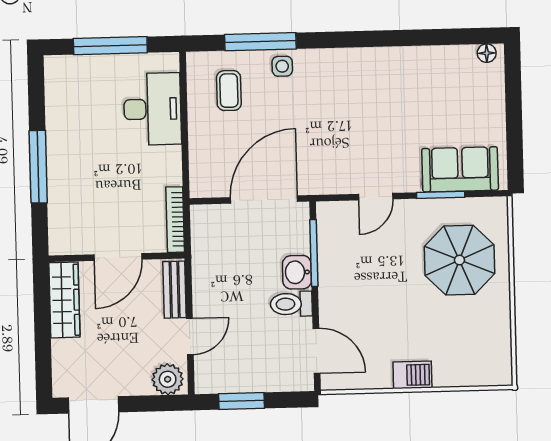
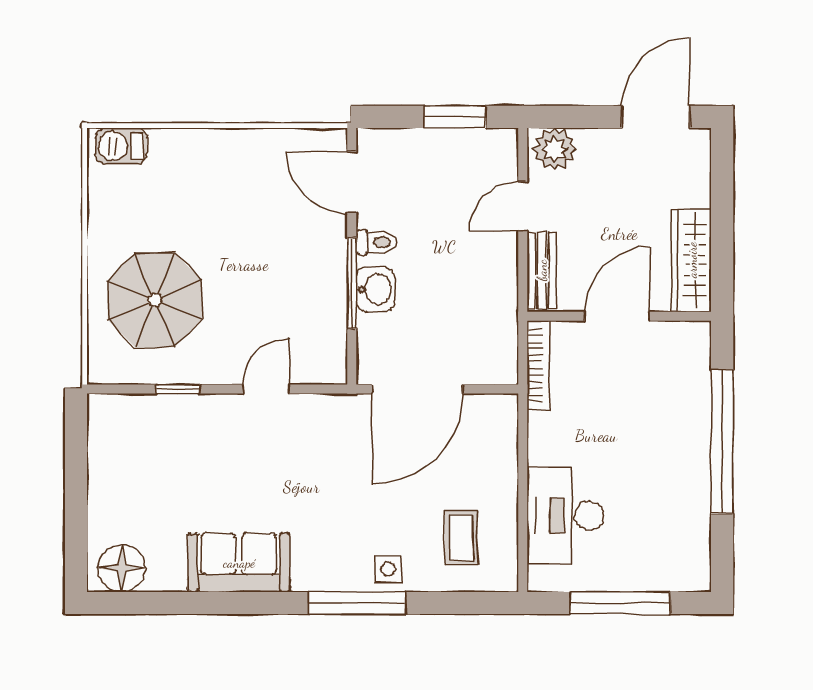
window: (260, 42) -> (357, 603), moved
floor lamp: (487, 53) -> (122, 568), width x1.89, depth x1.89
window: (38, 167) -> (722, 442), width x1.46
sofa: (460, 169) -> (239, 563), moved, turned 180
window: (441, 195) -> (178, 389), width x0.67
window: (314, 253) -> (352, 283), moved
toilet: (291, 304) -> (376, 242), width x0.73, depth x0.72
barbecue: (412, 375) -> (121, 146), moved

